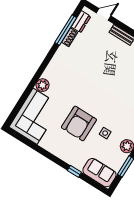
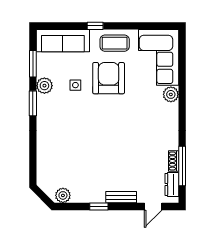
coffee table: (59, 145) -> (115, 43), added
window: (74, 171) -> (95, 26), moved
sofa: (99, 173) -> (63, 41), width x1.36

